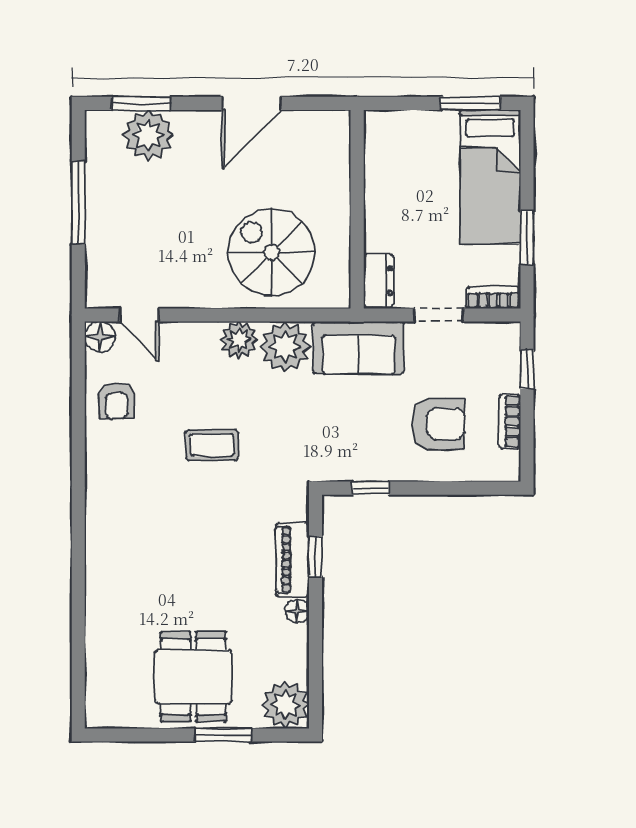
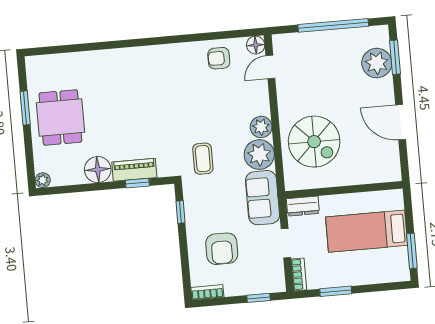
bed: (490, 177) -> (367, 231), moved
window: (78, 203) -> (333, 25), width x1.46
spiral stairs: (271, 252) -> (314, 142), turned 90
bookcase: (510, 421) -> (207, 292), moved
coffee table: (212, 445) -> (203, 159), moved
floor lamp: (297, 611) -> (98, 170), width x1.89, depth x1.89
dining table: (193, 677) -> (60, 118), turned 90
plant: (285, 705) -> (43, 180), width x0.53, depth x0.53
window: (224, 735) -> (25, 108), moved

